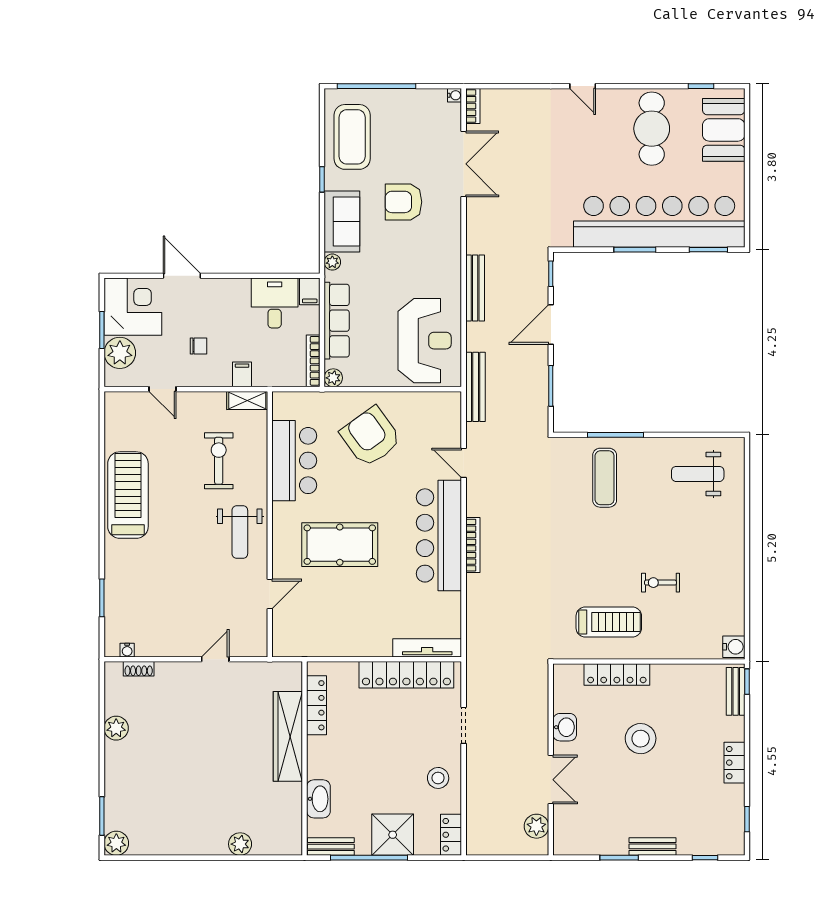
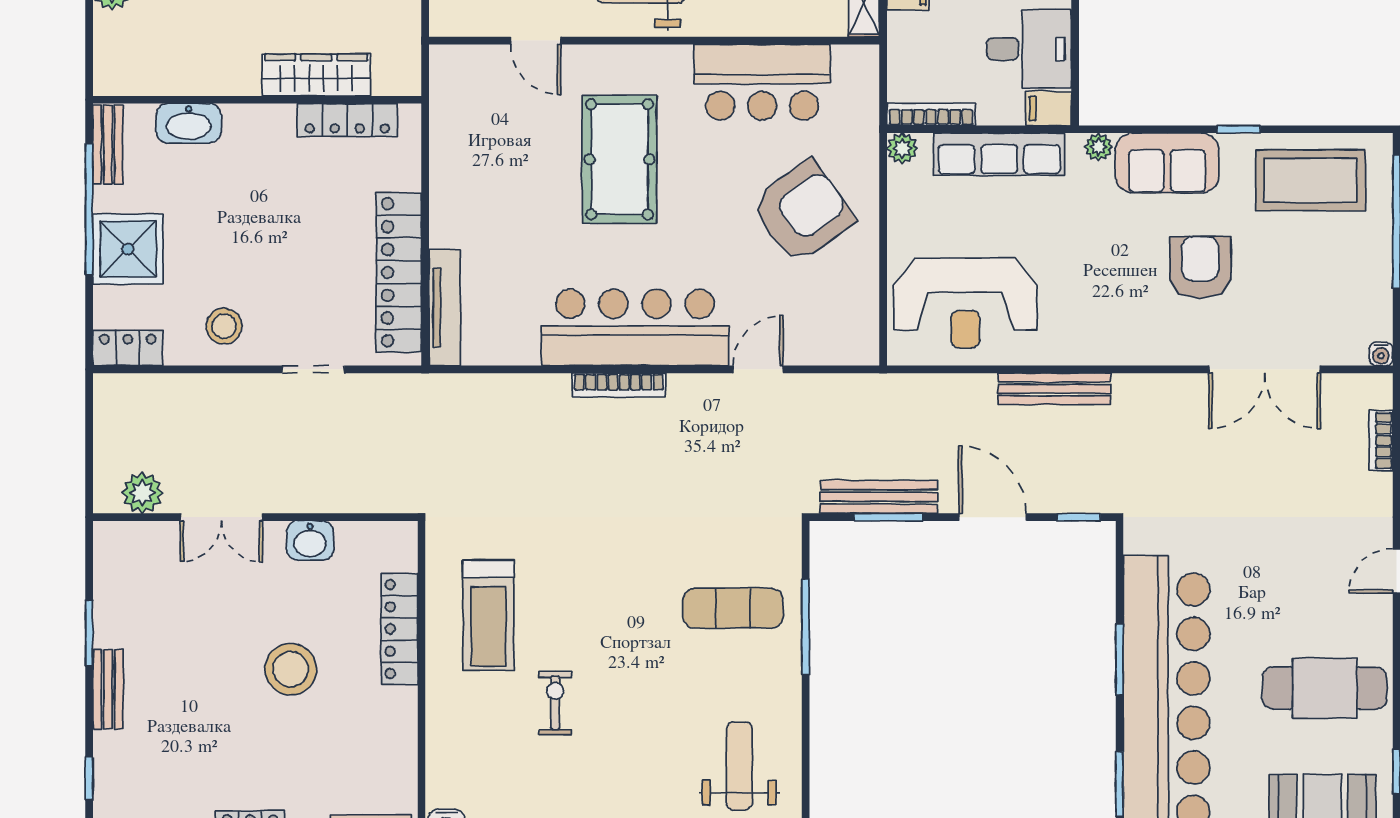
bookcase: (473, 106) -> (1381, 440), moved, turned 90
bench: (476, 387) -> (879, 497), moved
wardrobe: (288, 736) -> (316, 75), width x0.71, depth x0.85

